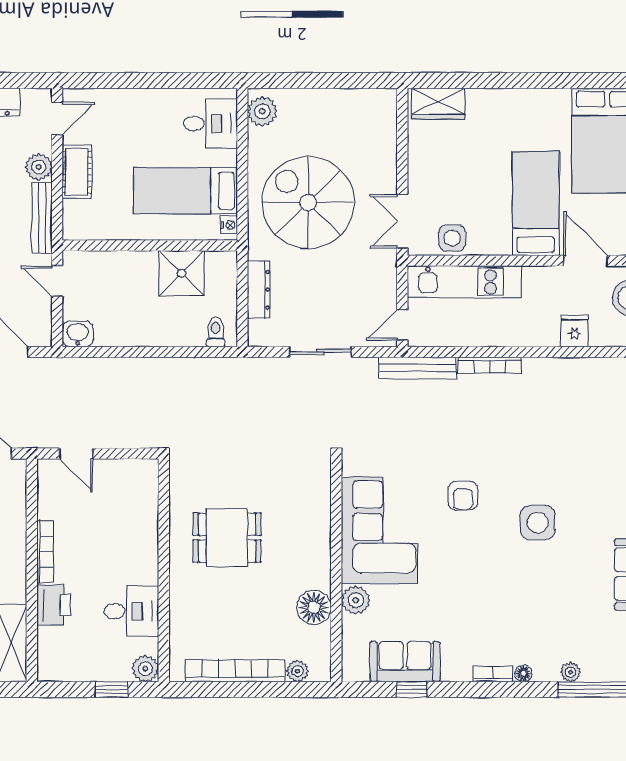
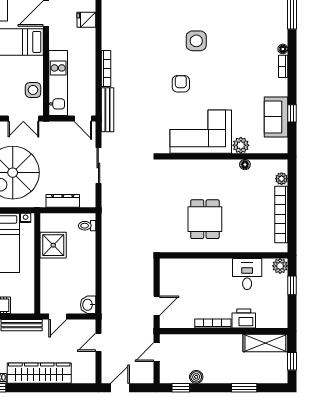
armchair: (463, 496) -> (181, 84), turned -90
floor lamp: (314, 607) -> (245, 165), width x0.53, depth x0.53
plant: (571, 672) -> (282, 22), removed

